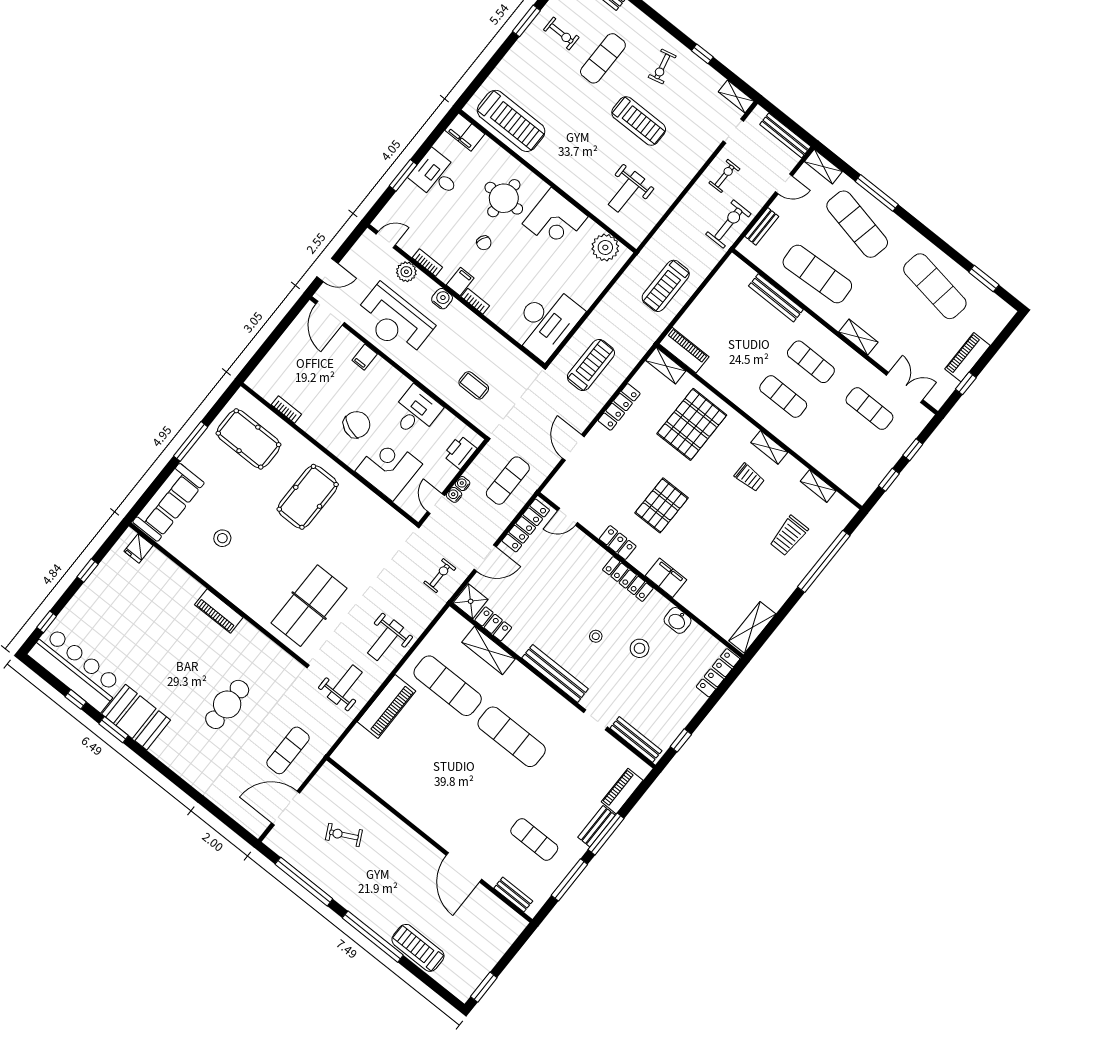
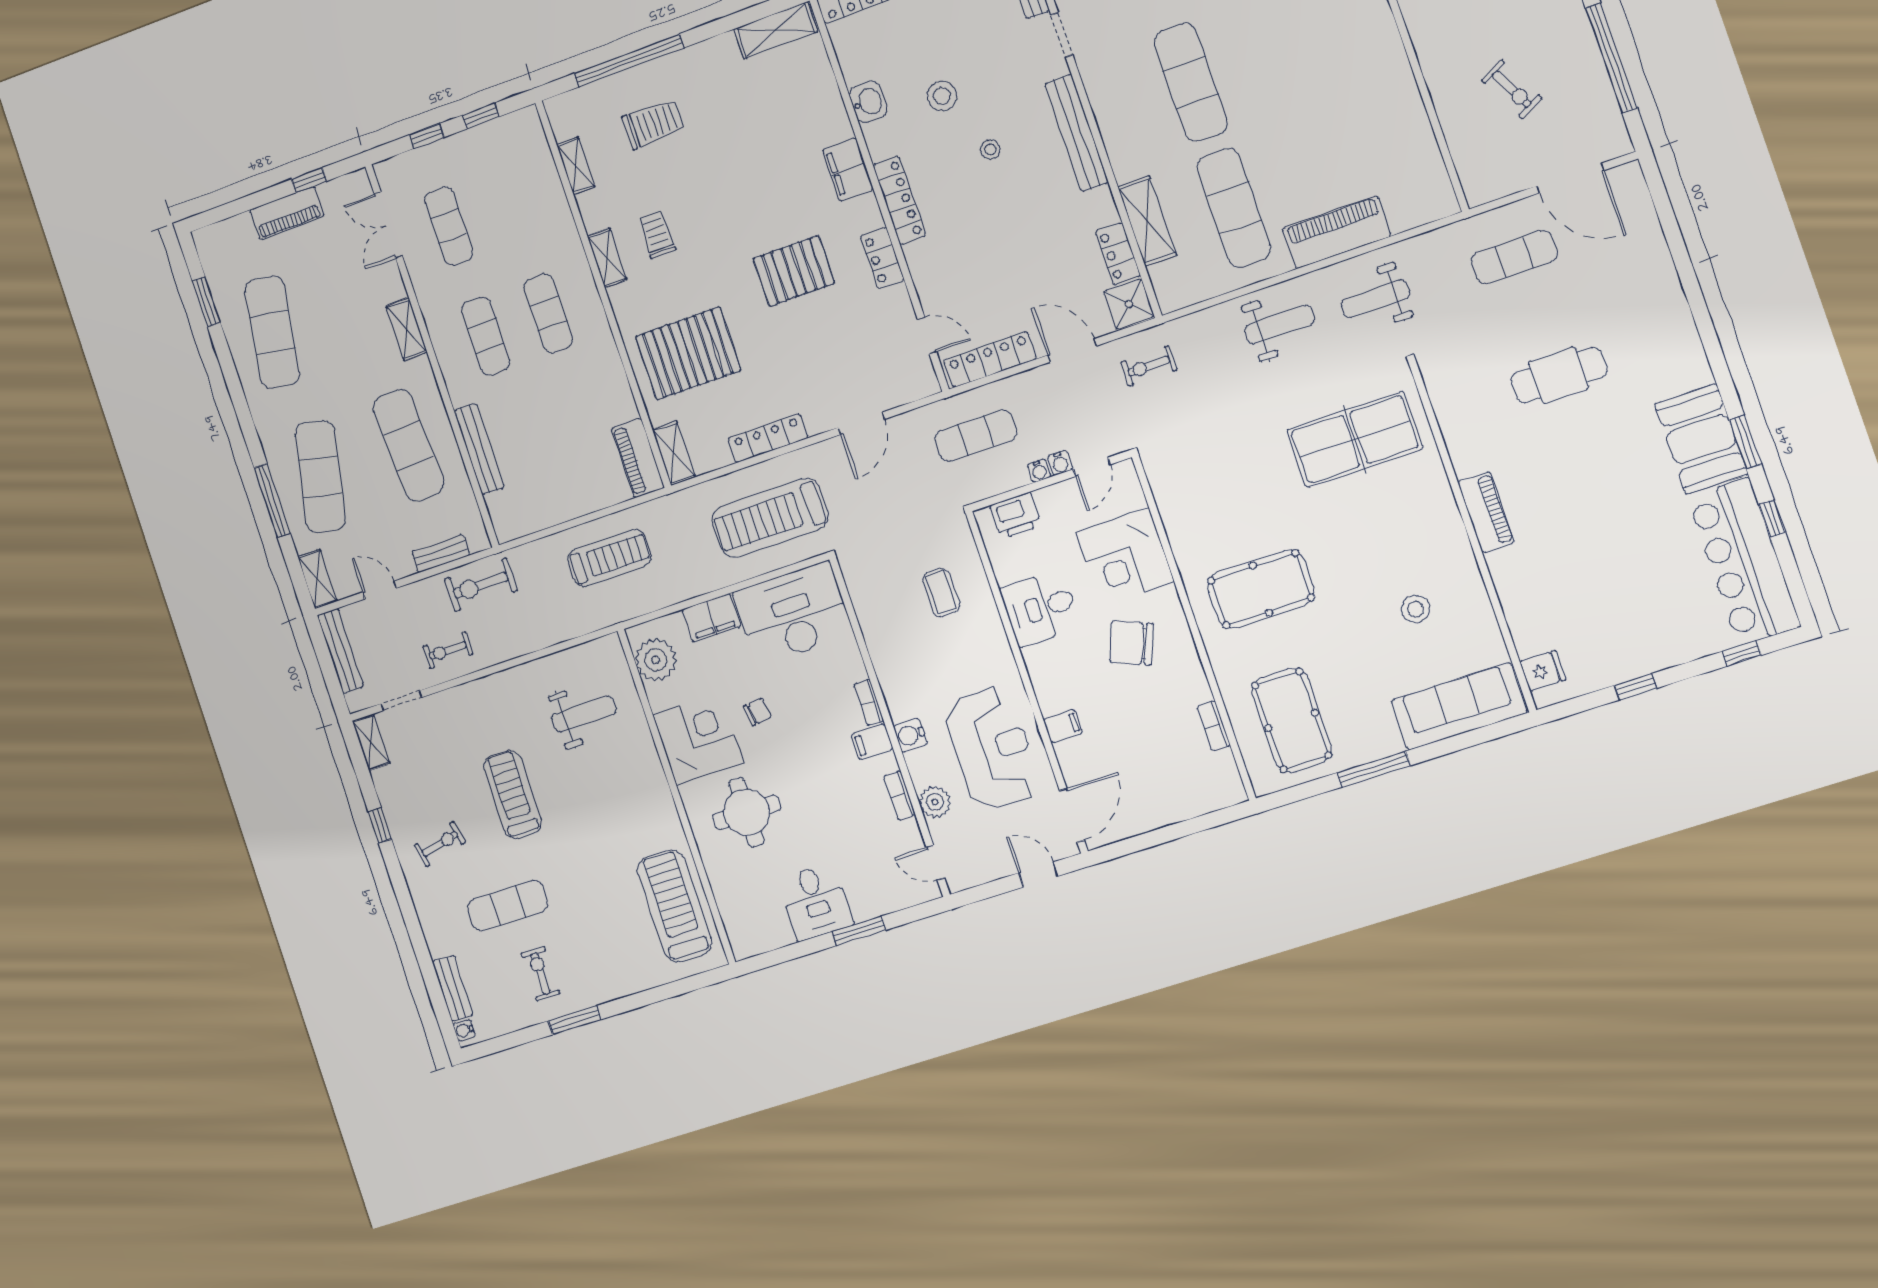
filing cabinet: (465, 132) -> (711, 618), moved, turned 90
chair: (484, 243) -> (757, 712), moved, turned 58
treadmill: (591, 365) -> (770, 518), width x1.37, depth x1.38

